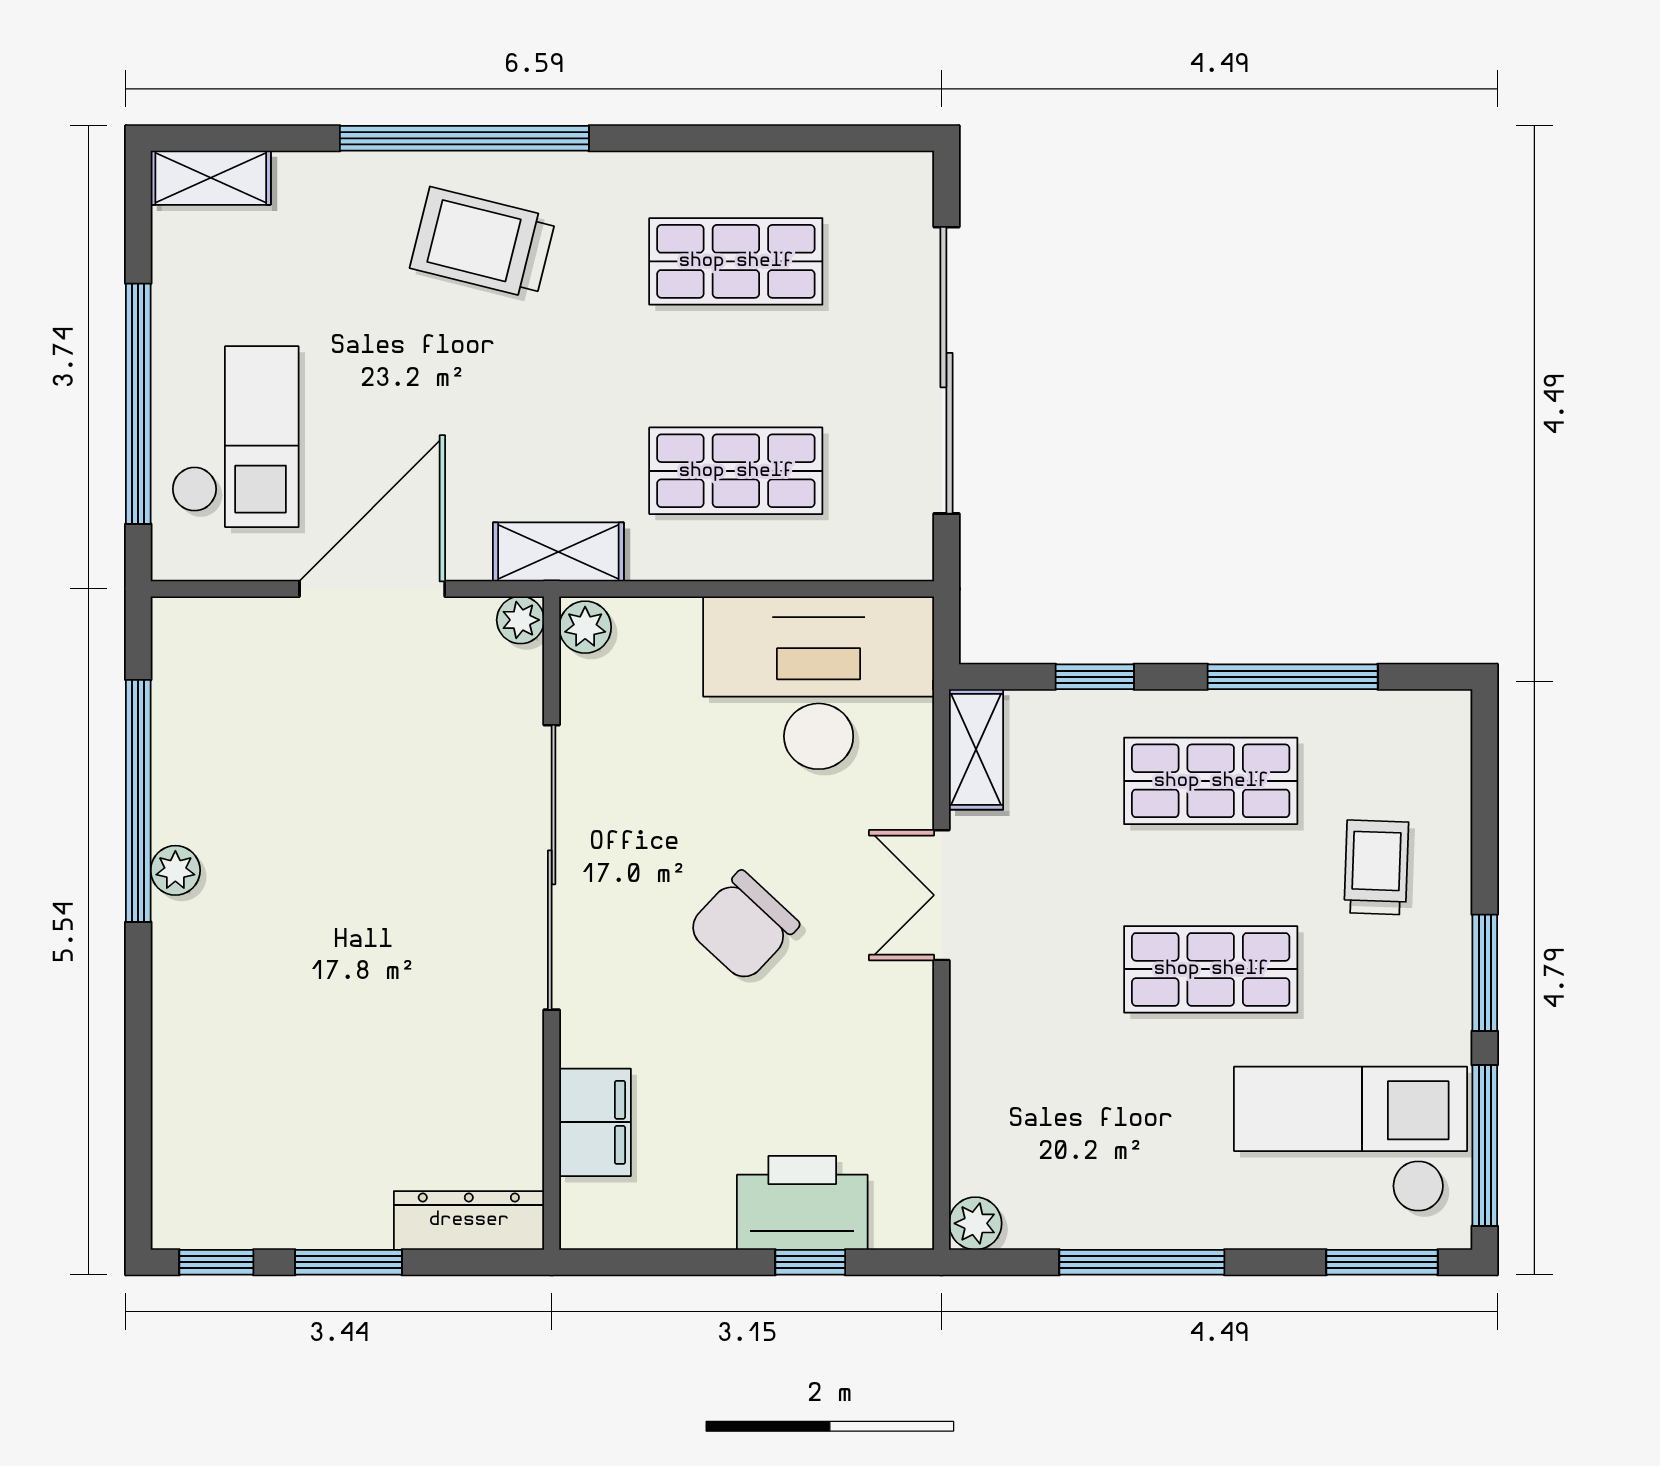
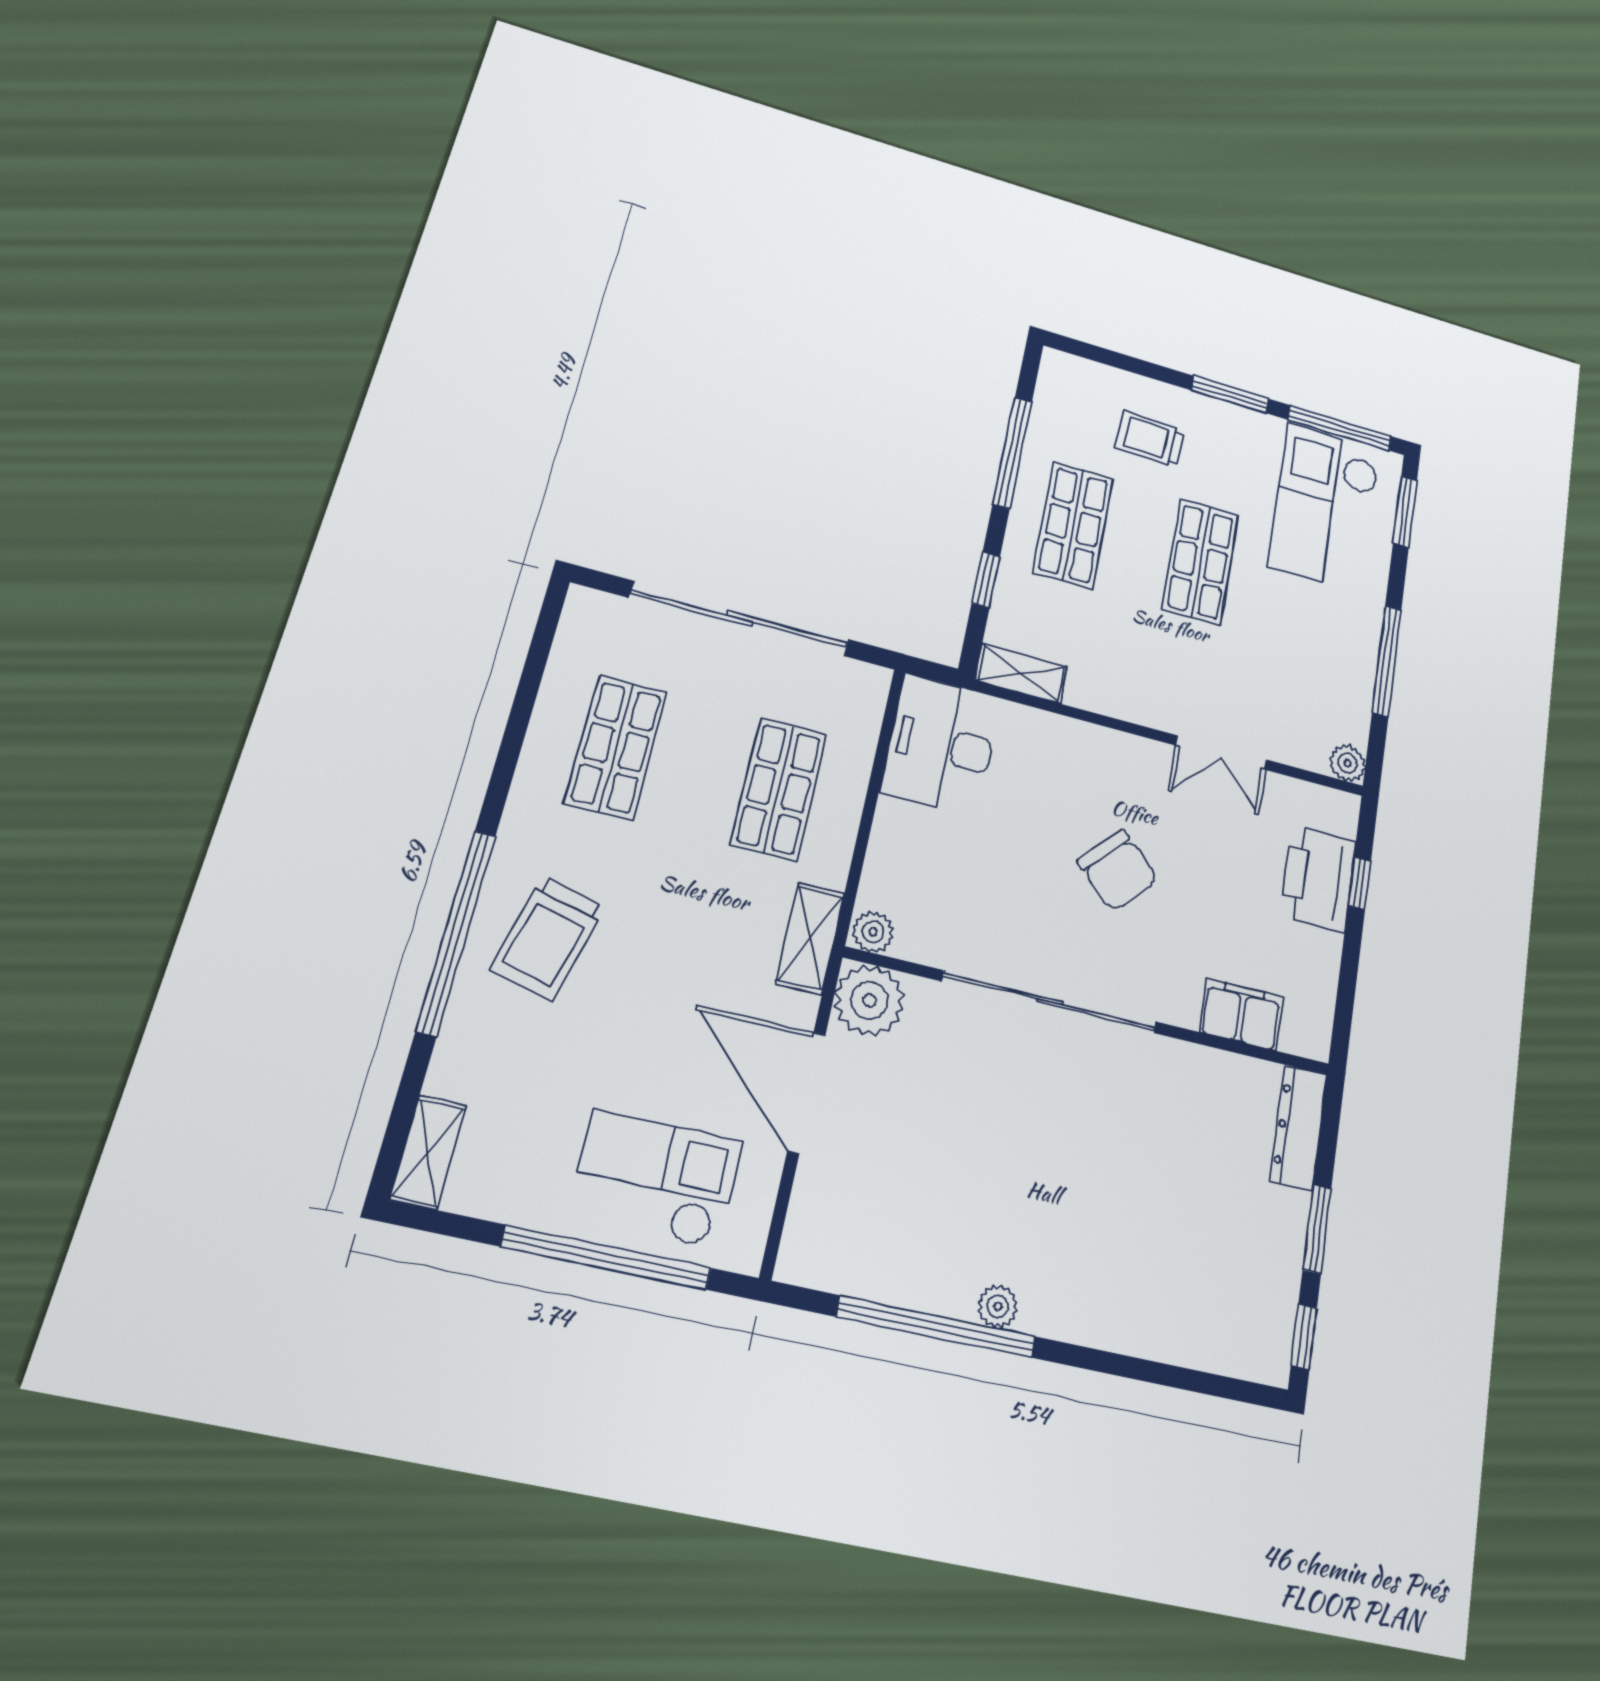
plant: (520, 620) -> (869, 1000), width x1.88, depth x1.88
desk: (819, 683) -> (941, 745), width x0.73, depth x0.77
double door: (942, 895) -> (1222, 753), moved

